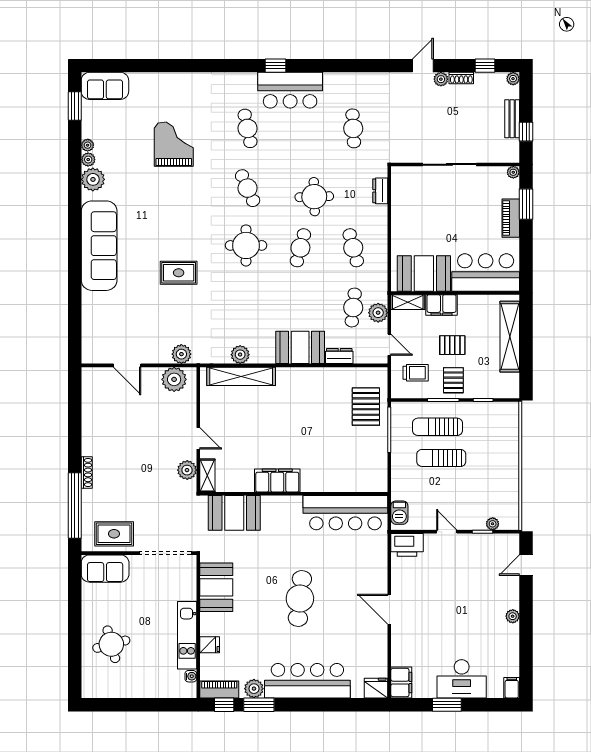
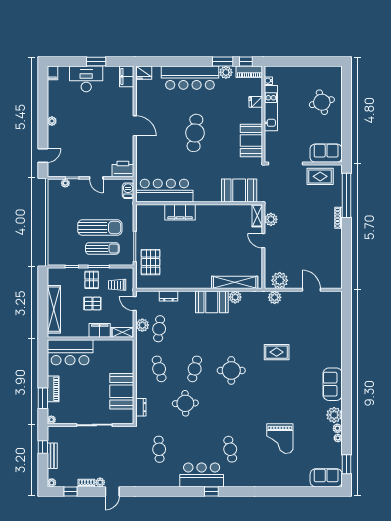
cafe table: (248, 188) -> (230, 409), removed
sofa: (99, 246) -> (333, 384), width x0.54, depth x0.79
booth: (424, 273) -> (122, 391), moved, turned 90
booth: (300, 347) -> (212, 302), moved
sun lounger: (441, 458) -> (100, 228), width x1.36, depth x1.34
filing cabinet: (277, 481) -> (180, 212), moved

